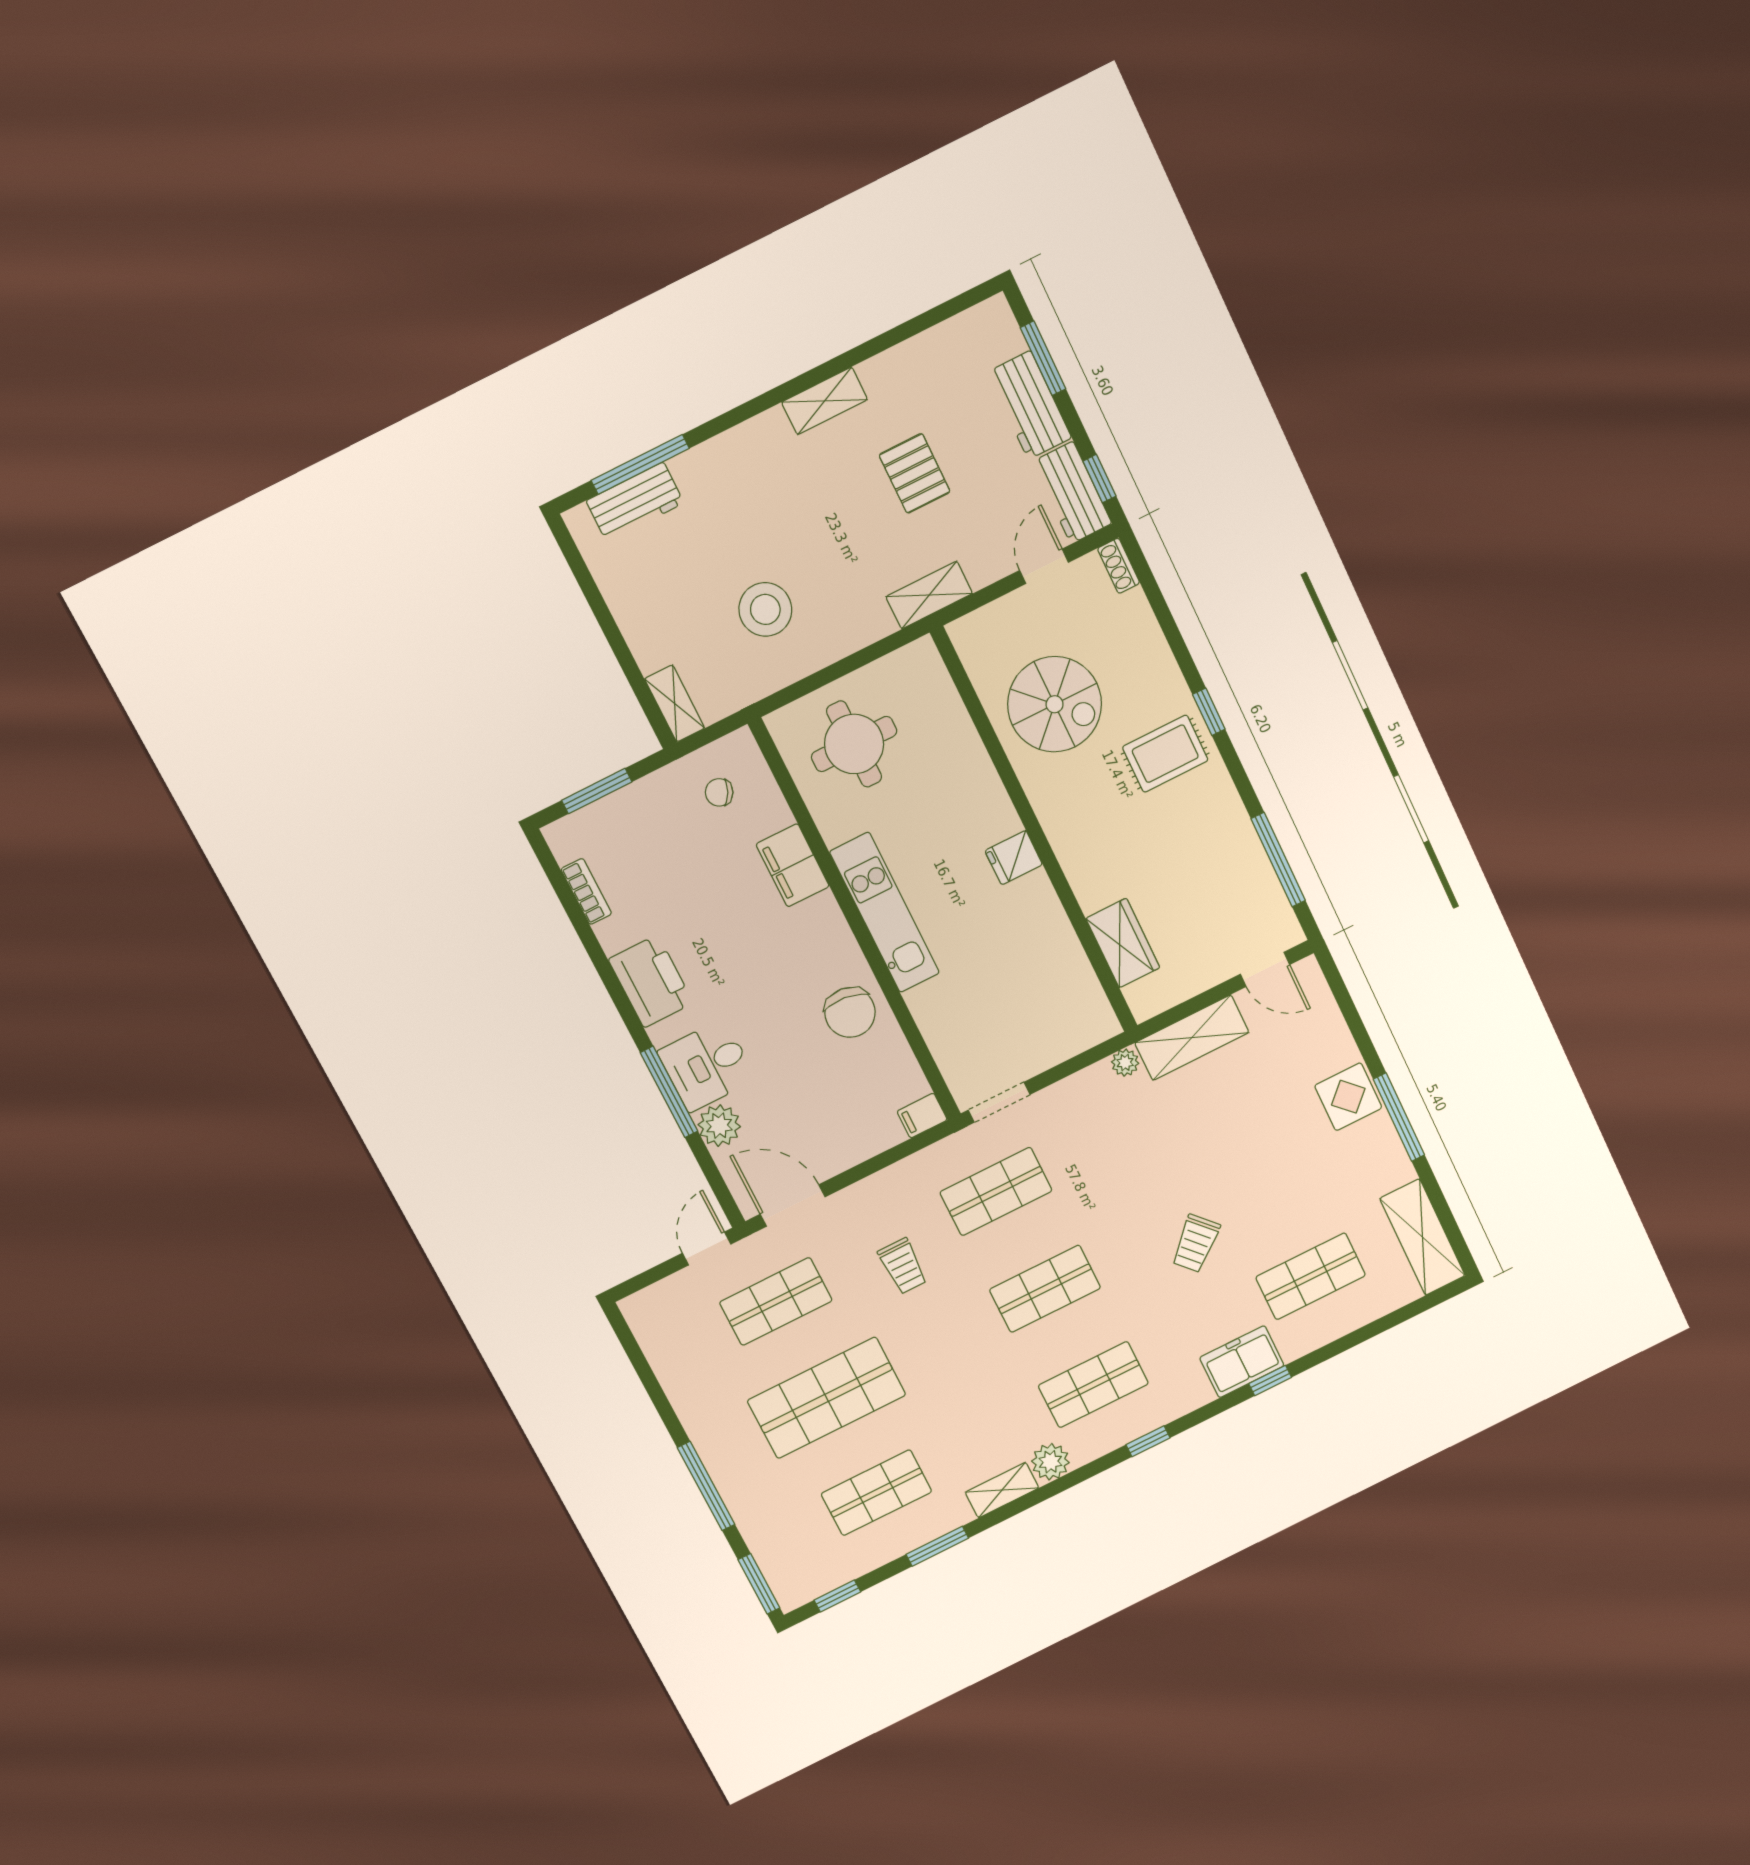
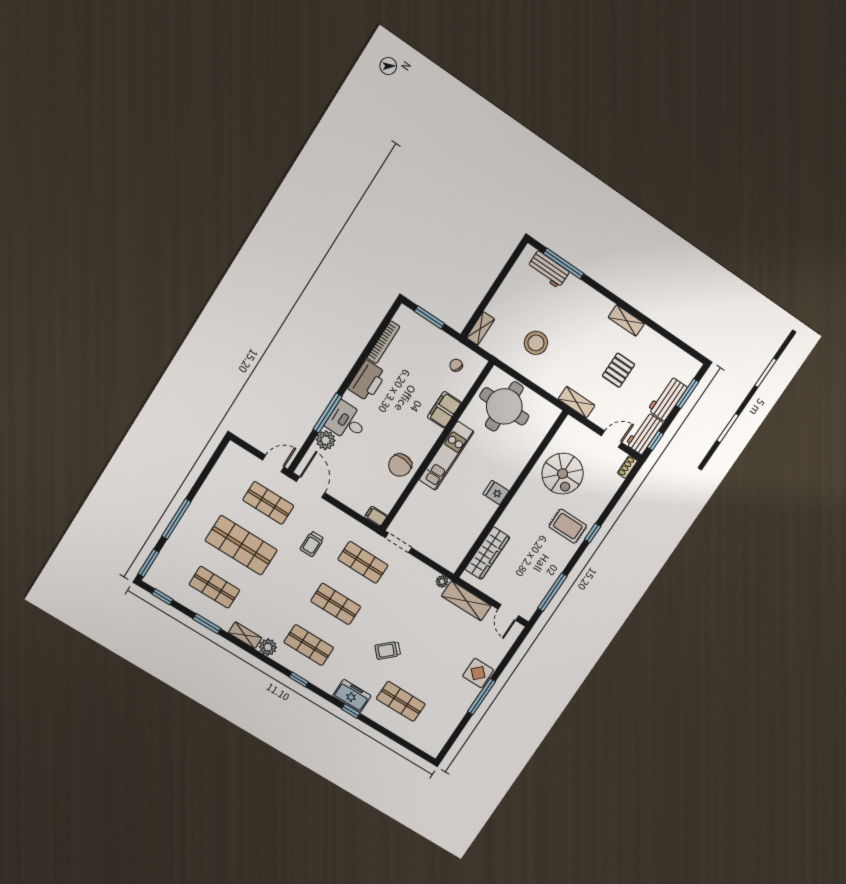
round table: (854, 744) -> (504, 406), width x1.36, depth x1.36
bookcase: (586, 891) -> (383, 342), width x1.56
wardrobe: (1123, 943) -> (487, 553), width x1.50
shelving: (1423, 1237) -> (441, 734), removed

